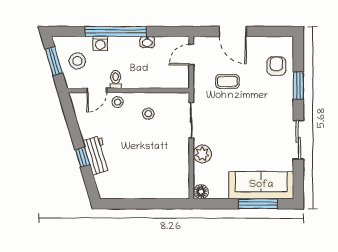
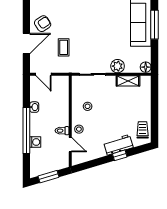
stool: (77, 61) -> (48, 159), removed
armchair: (276, 66) -> (43, 24), moved, turned 146
shelving: (182, 168) -> (128, 81), added
trolley: (117, 188) -> (143, 130), added

